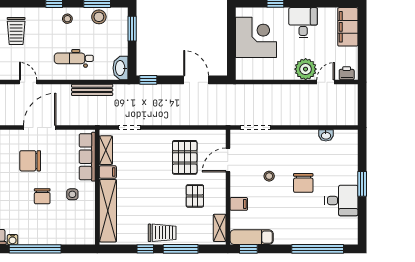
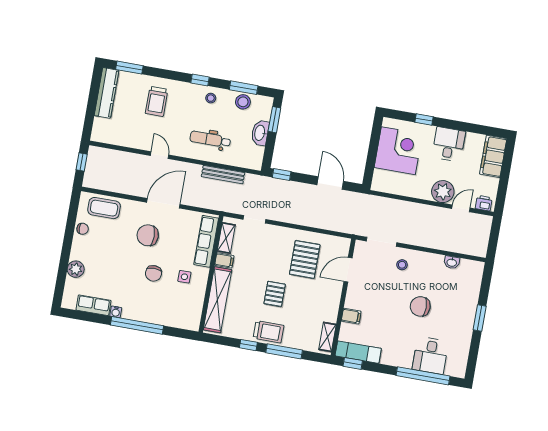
washbasin: (121, 68) -> (260, 133), moved
stool: (269, 176) -> (402, 265), moved
chair: (303, 183) -> (420, 306), turned 90
pallet: (195, 196) -> (275, 294), moved
desk: (341, 201) -> (430, 355), moved, turned 90

